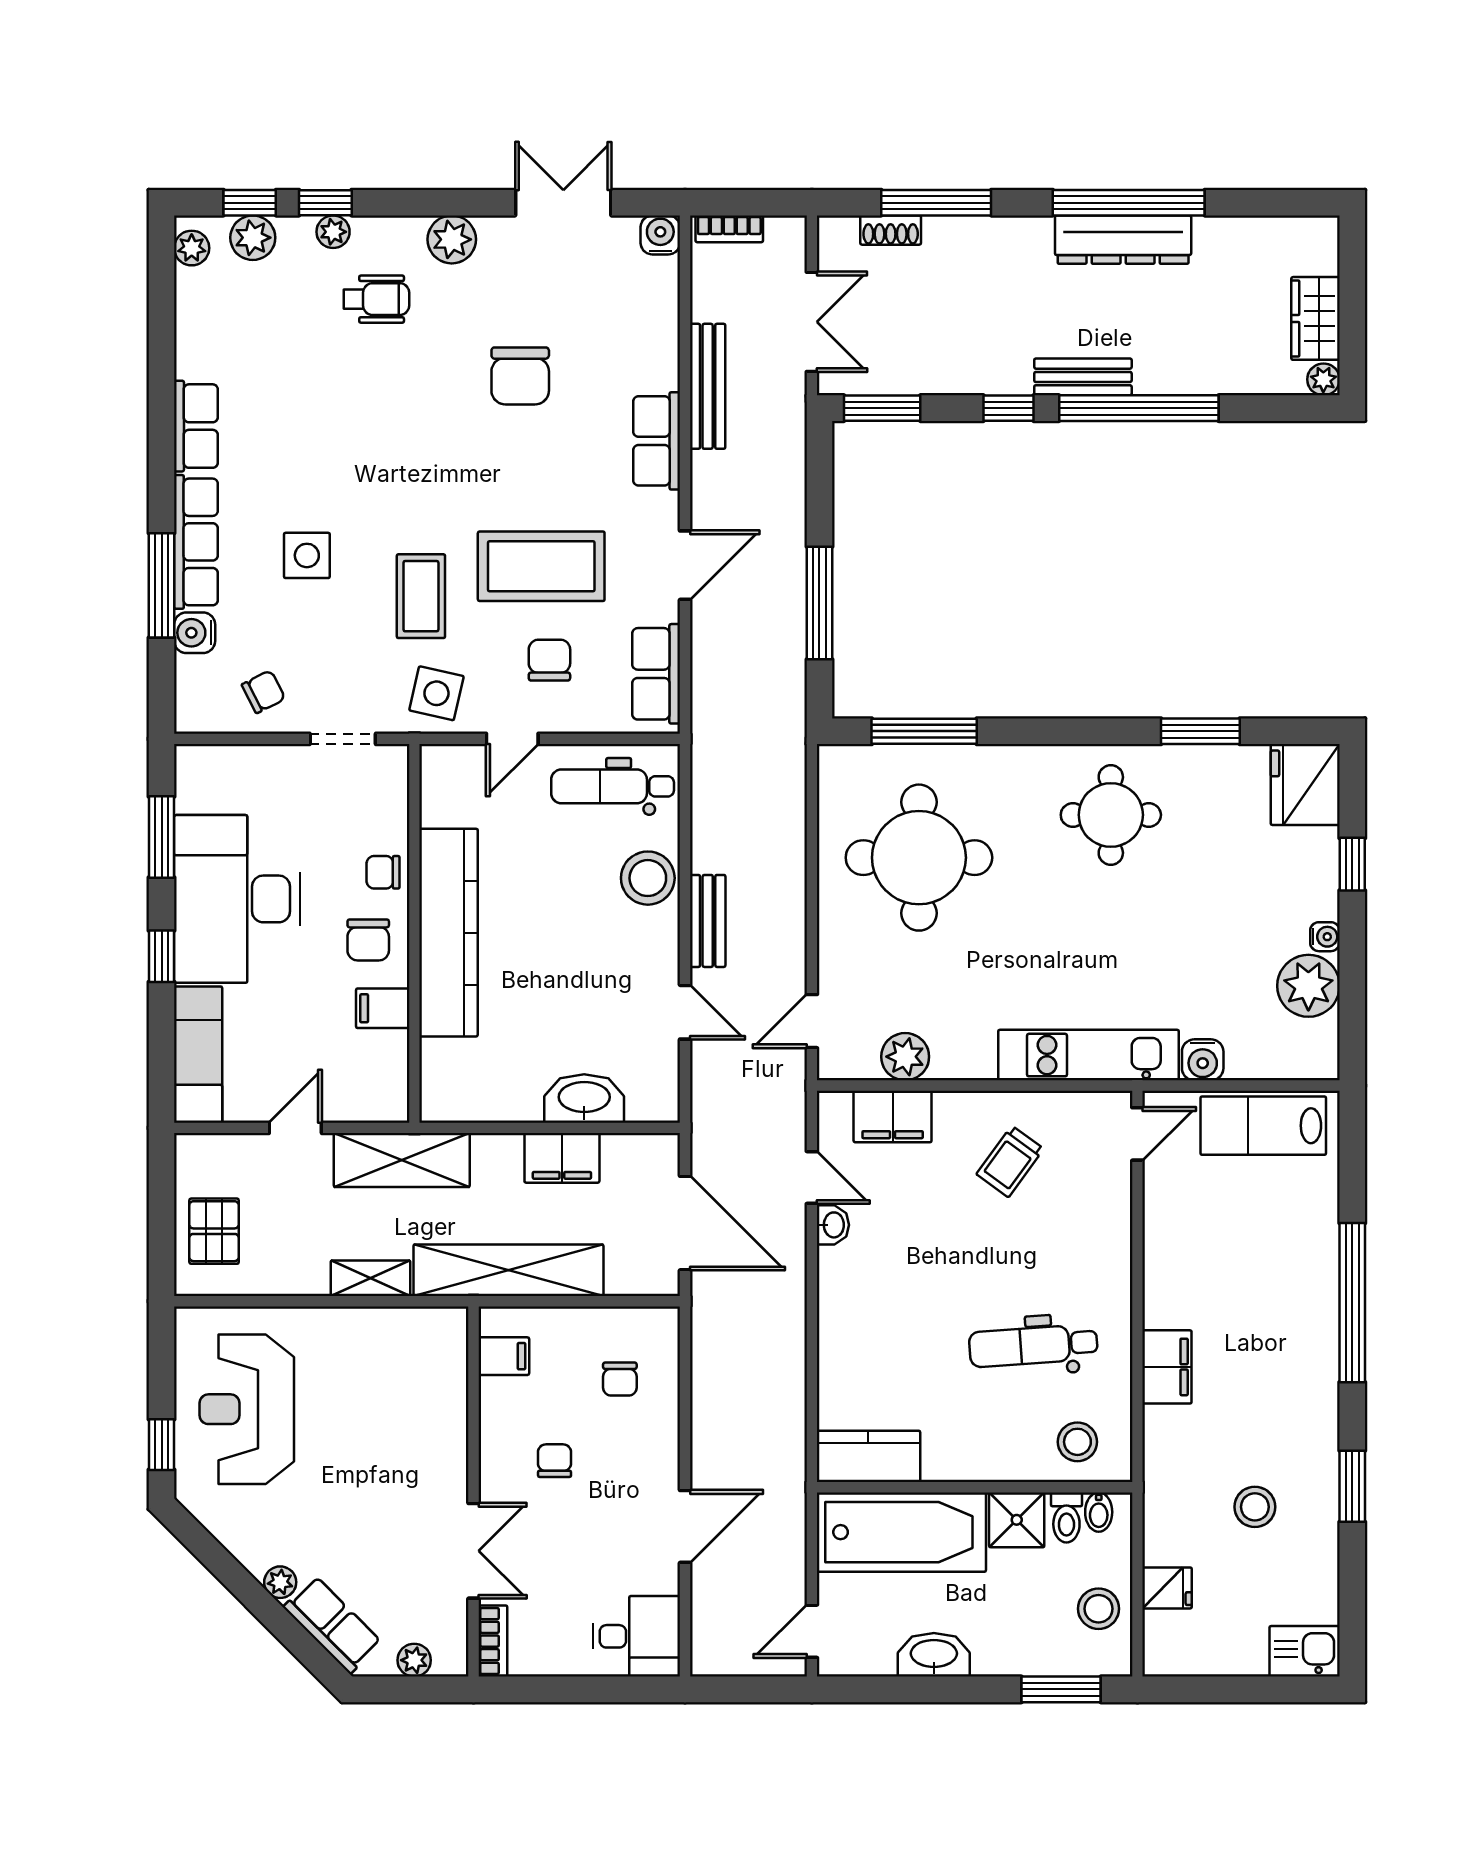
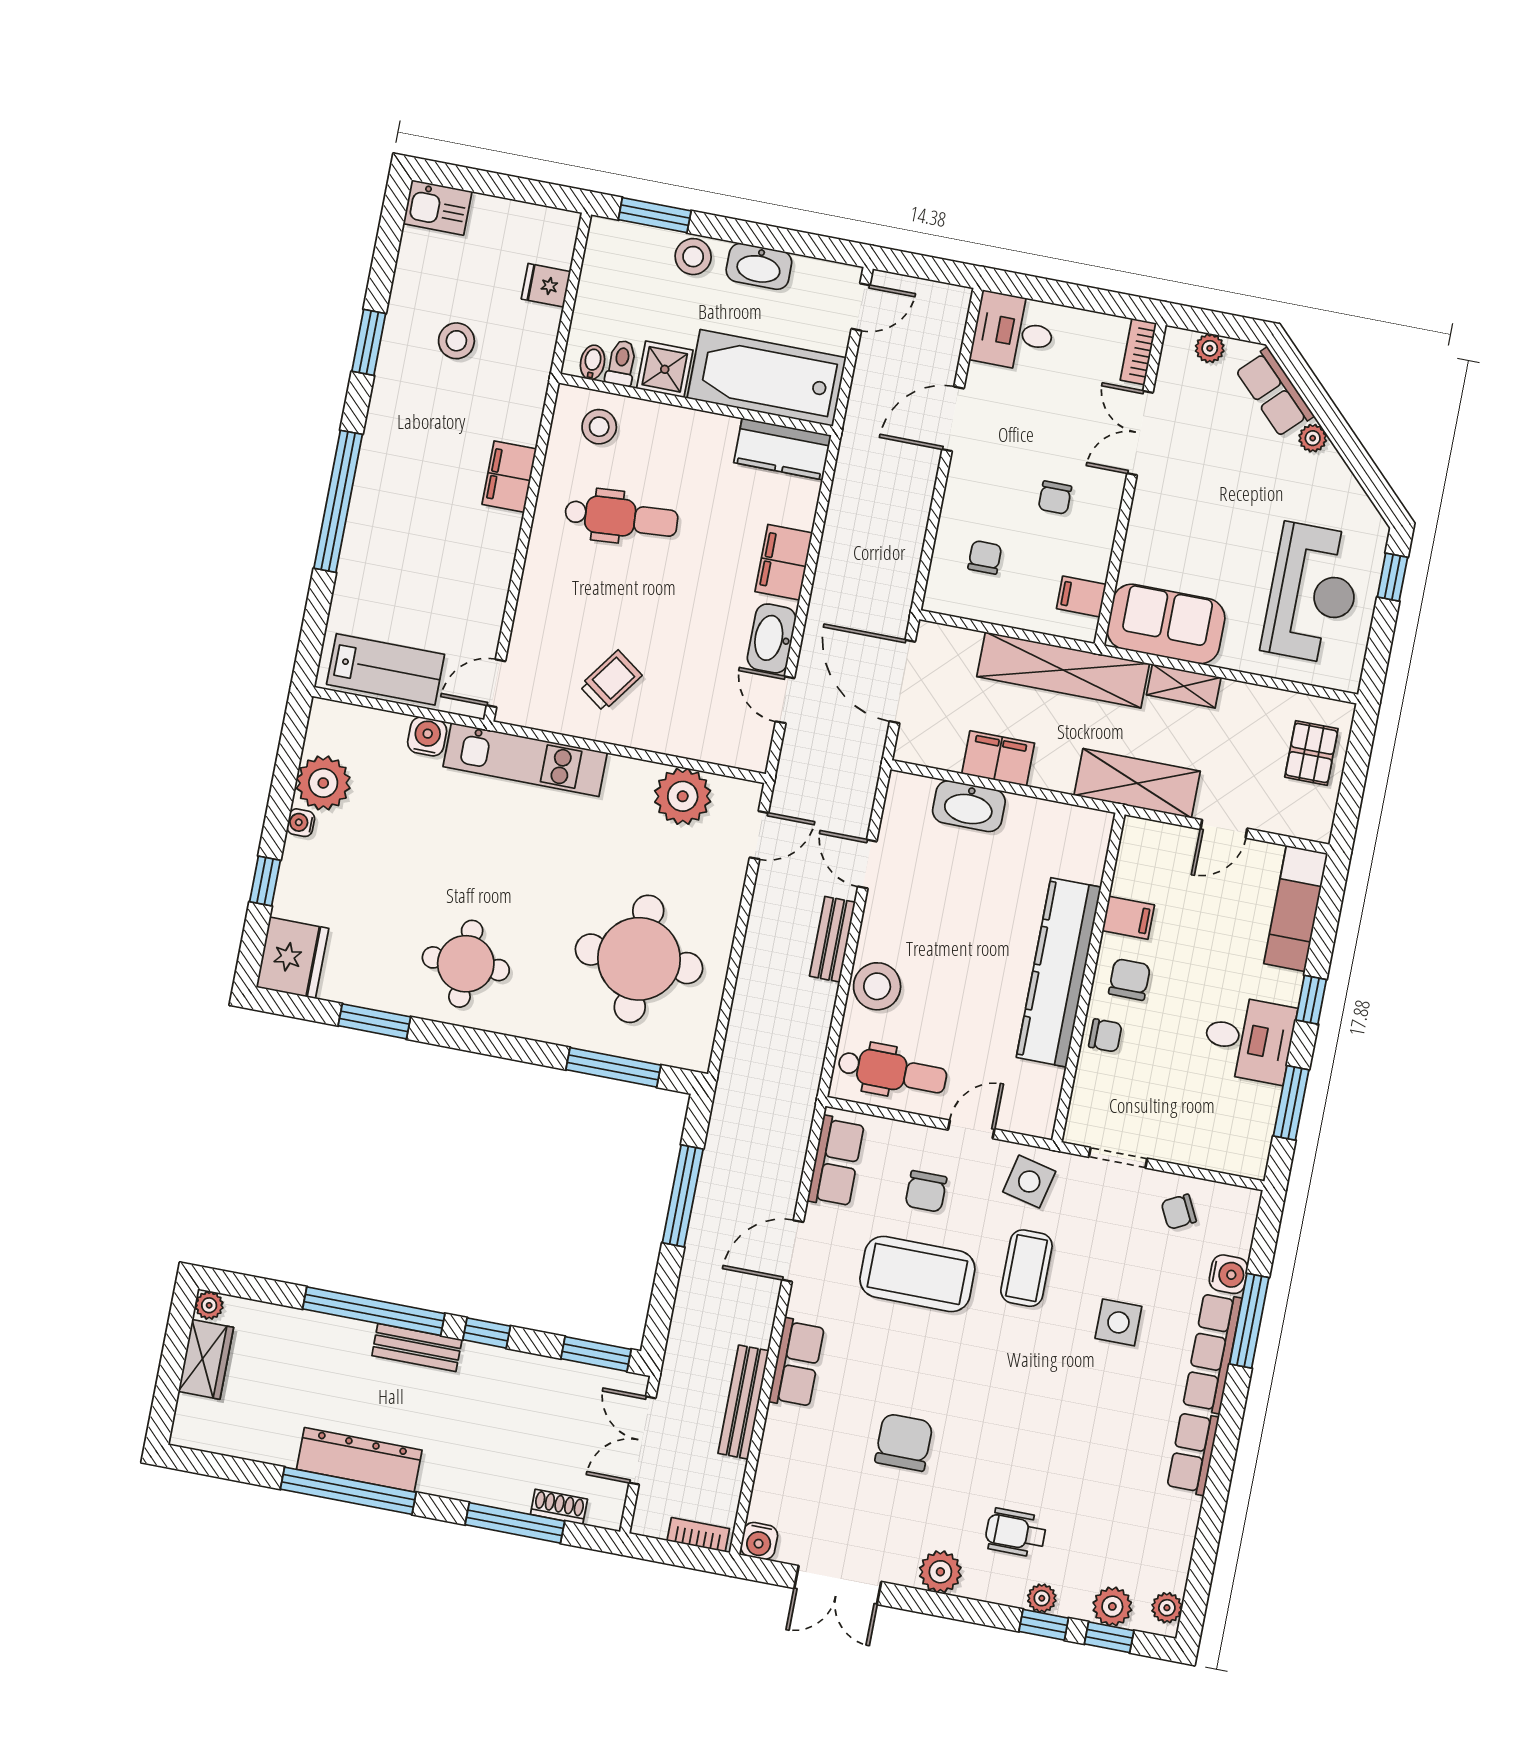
desk: (237, 899) -> (1249, 1039), width x0.53, depth x0.77
plant: (905, 1057) -> (683, 796), width x1.36, depth x1.36
filing cabinet: (893, 1117) -> (784, 562), moved, turned -90
washbasin: (833, 1225) -> (772, 638), width x1.91, depth x1.45
sofa: (404, 1344) -> (1166, 624), added
stool: (1099, 1609) -> (693, 257), moved

